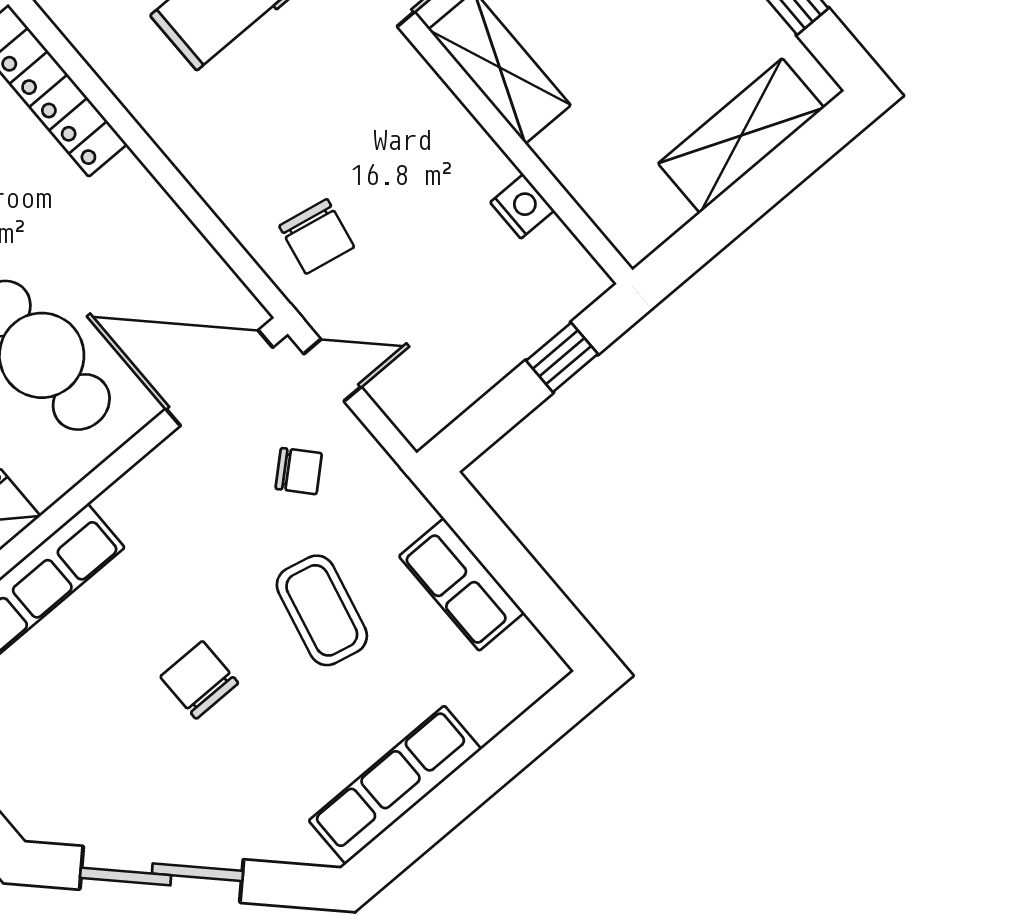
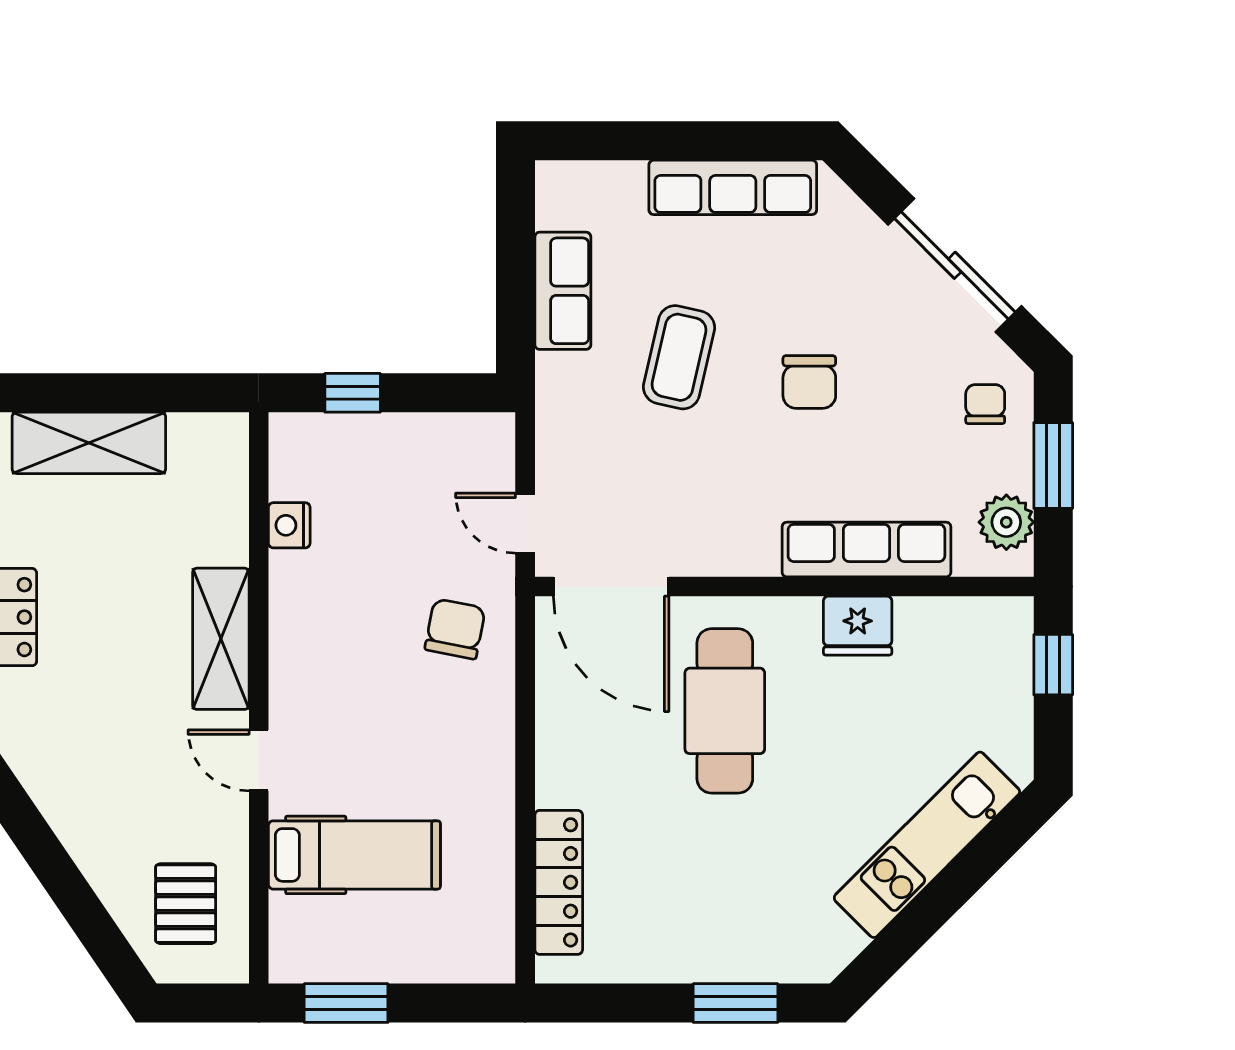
chair: (299, 471) -> (985, 404), moved, turned 42

